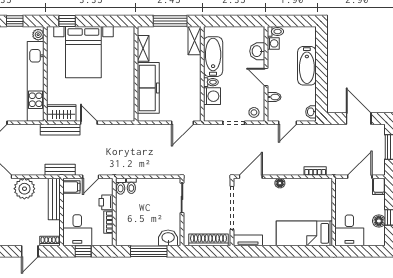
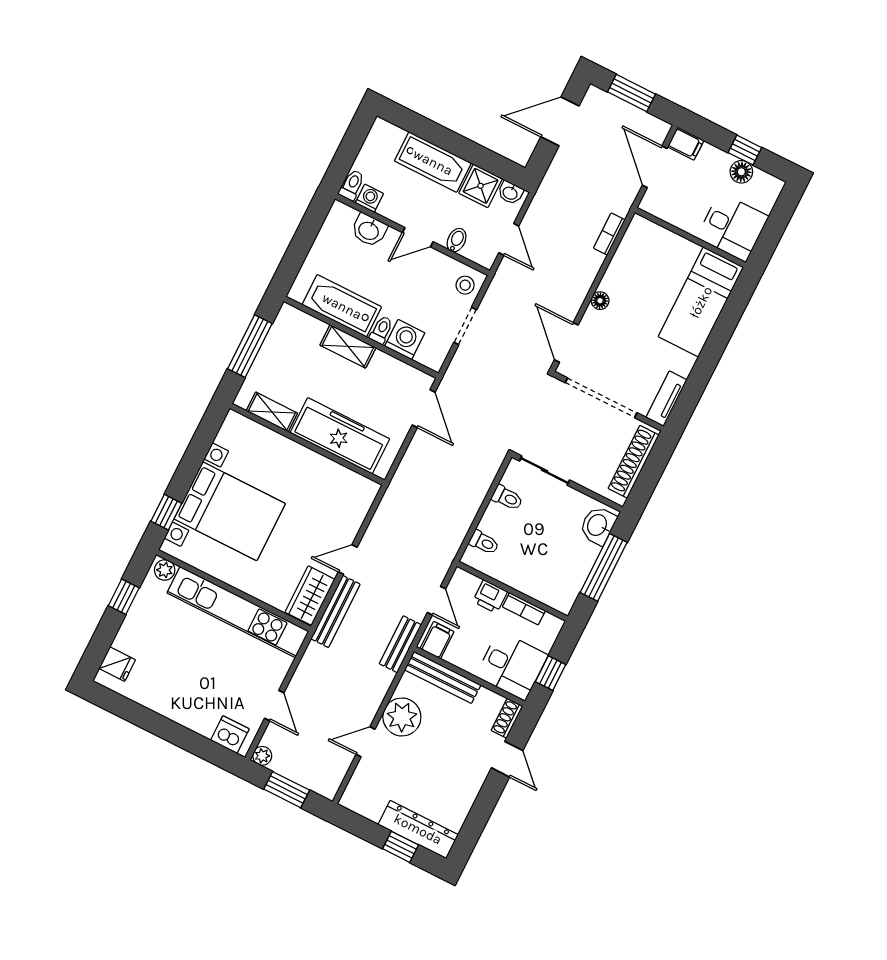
shelving: (195, 41) -> (348, 346), moved
shower: (307, 95) -> (481, 186), added
toilet: (121, 186) -> (507, 498), moved

